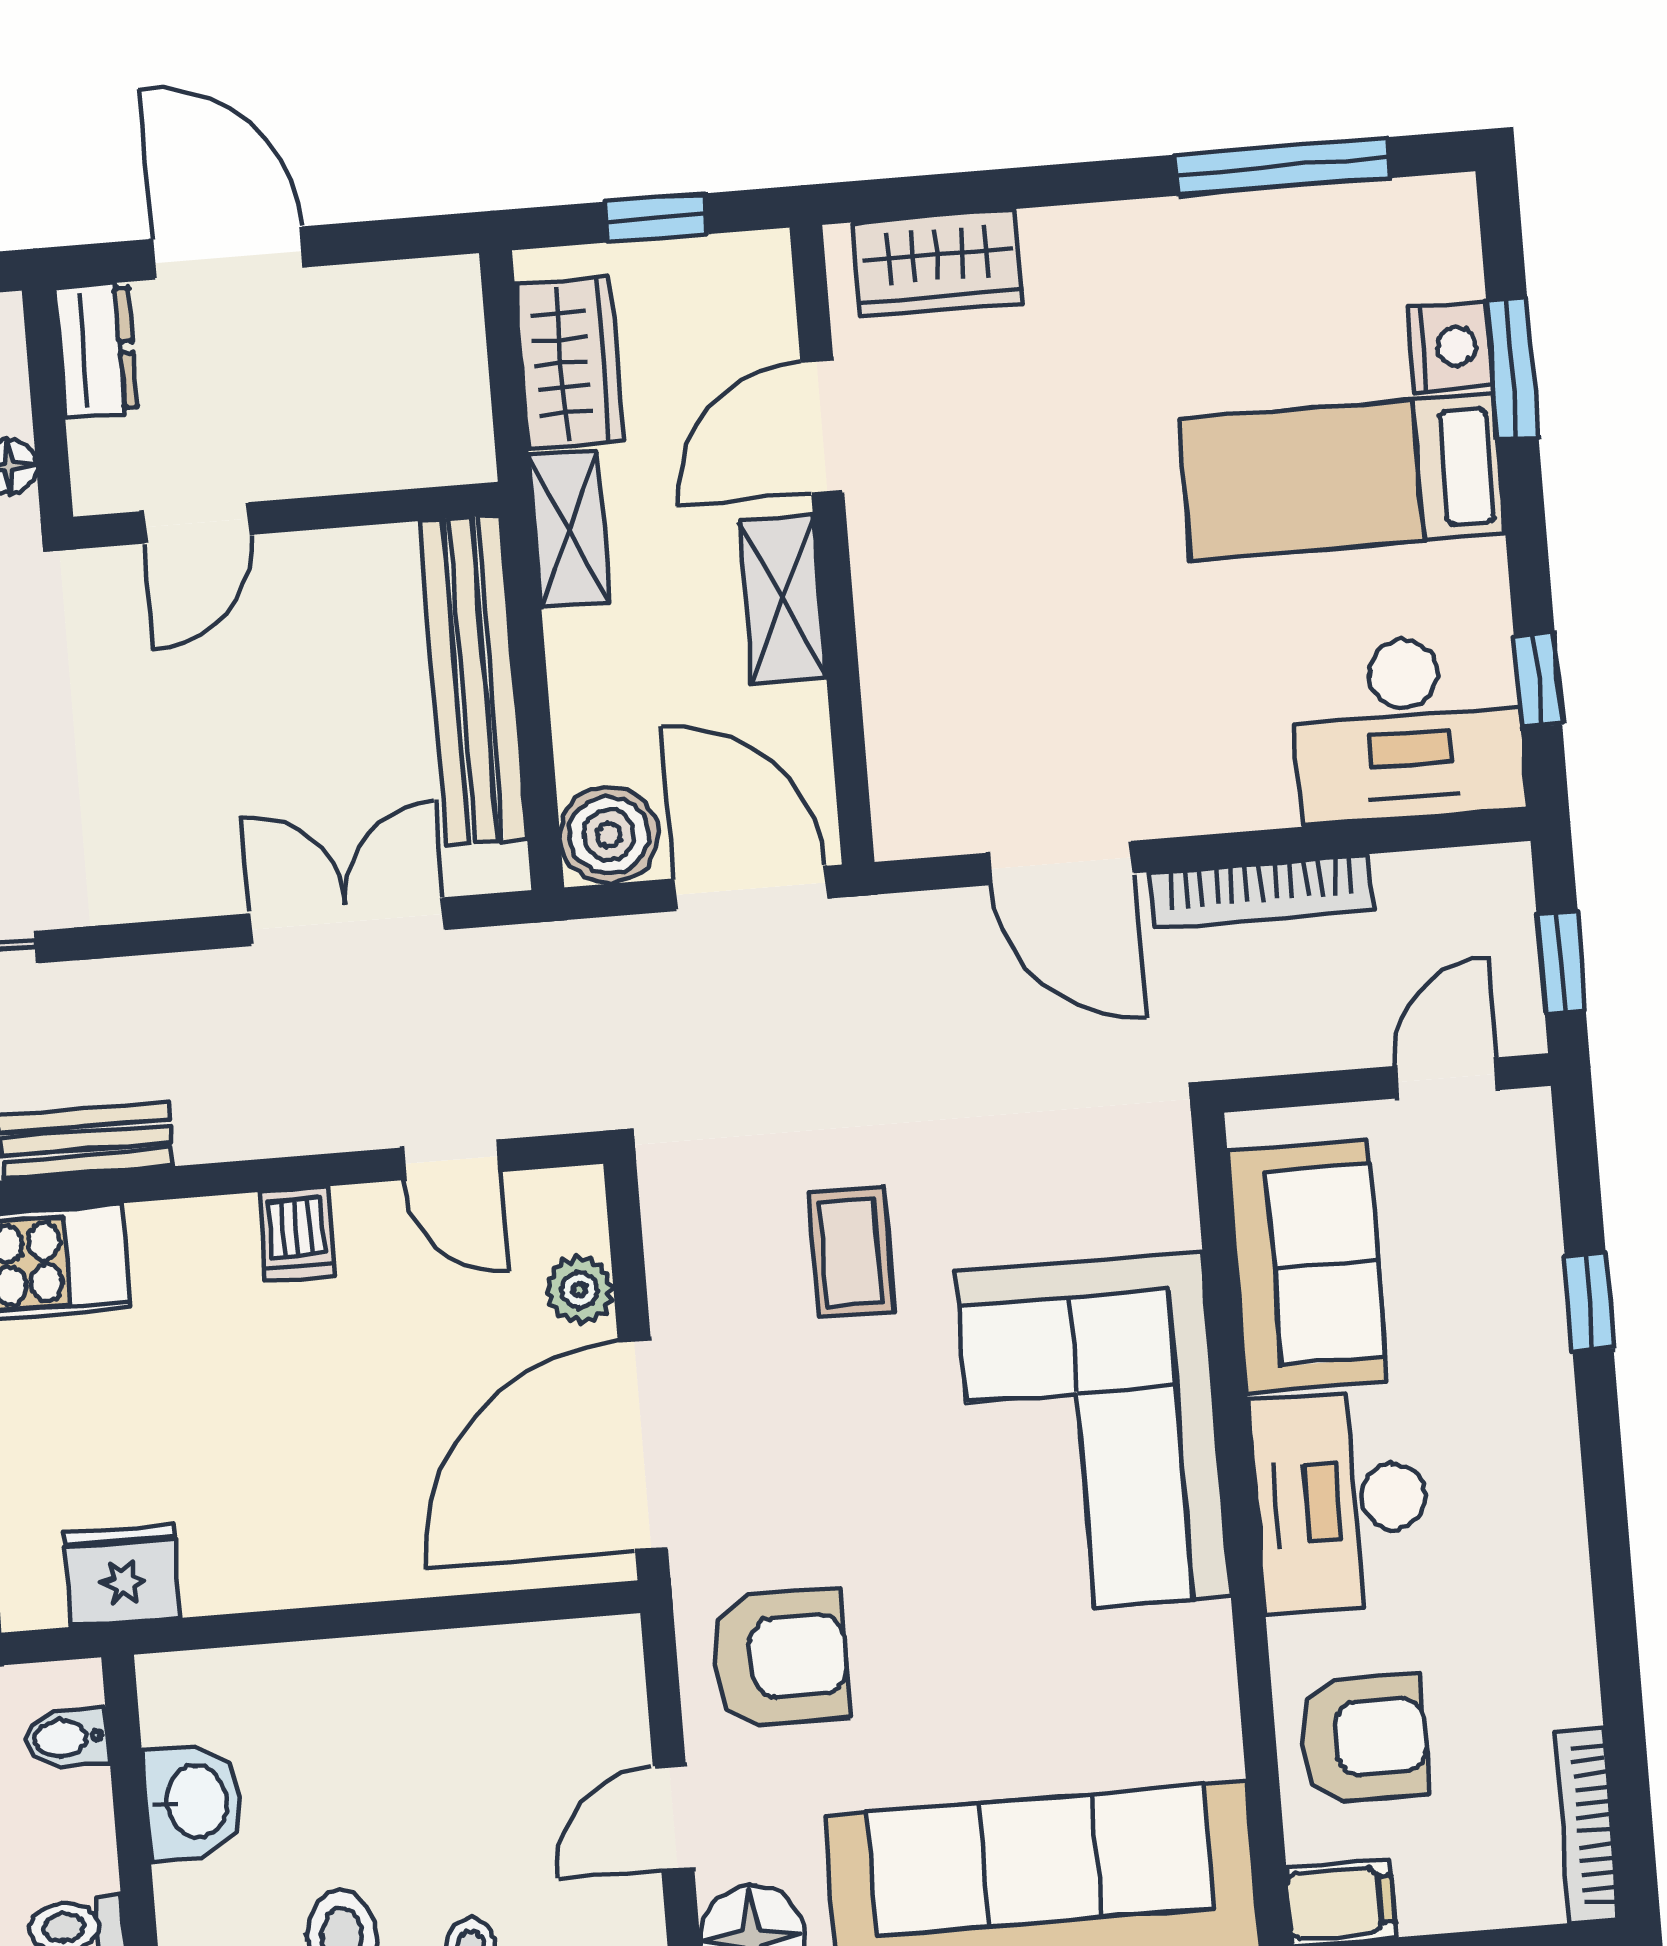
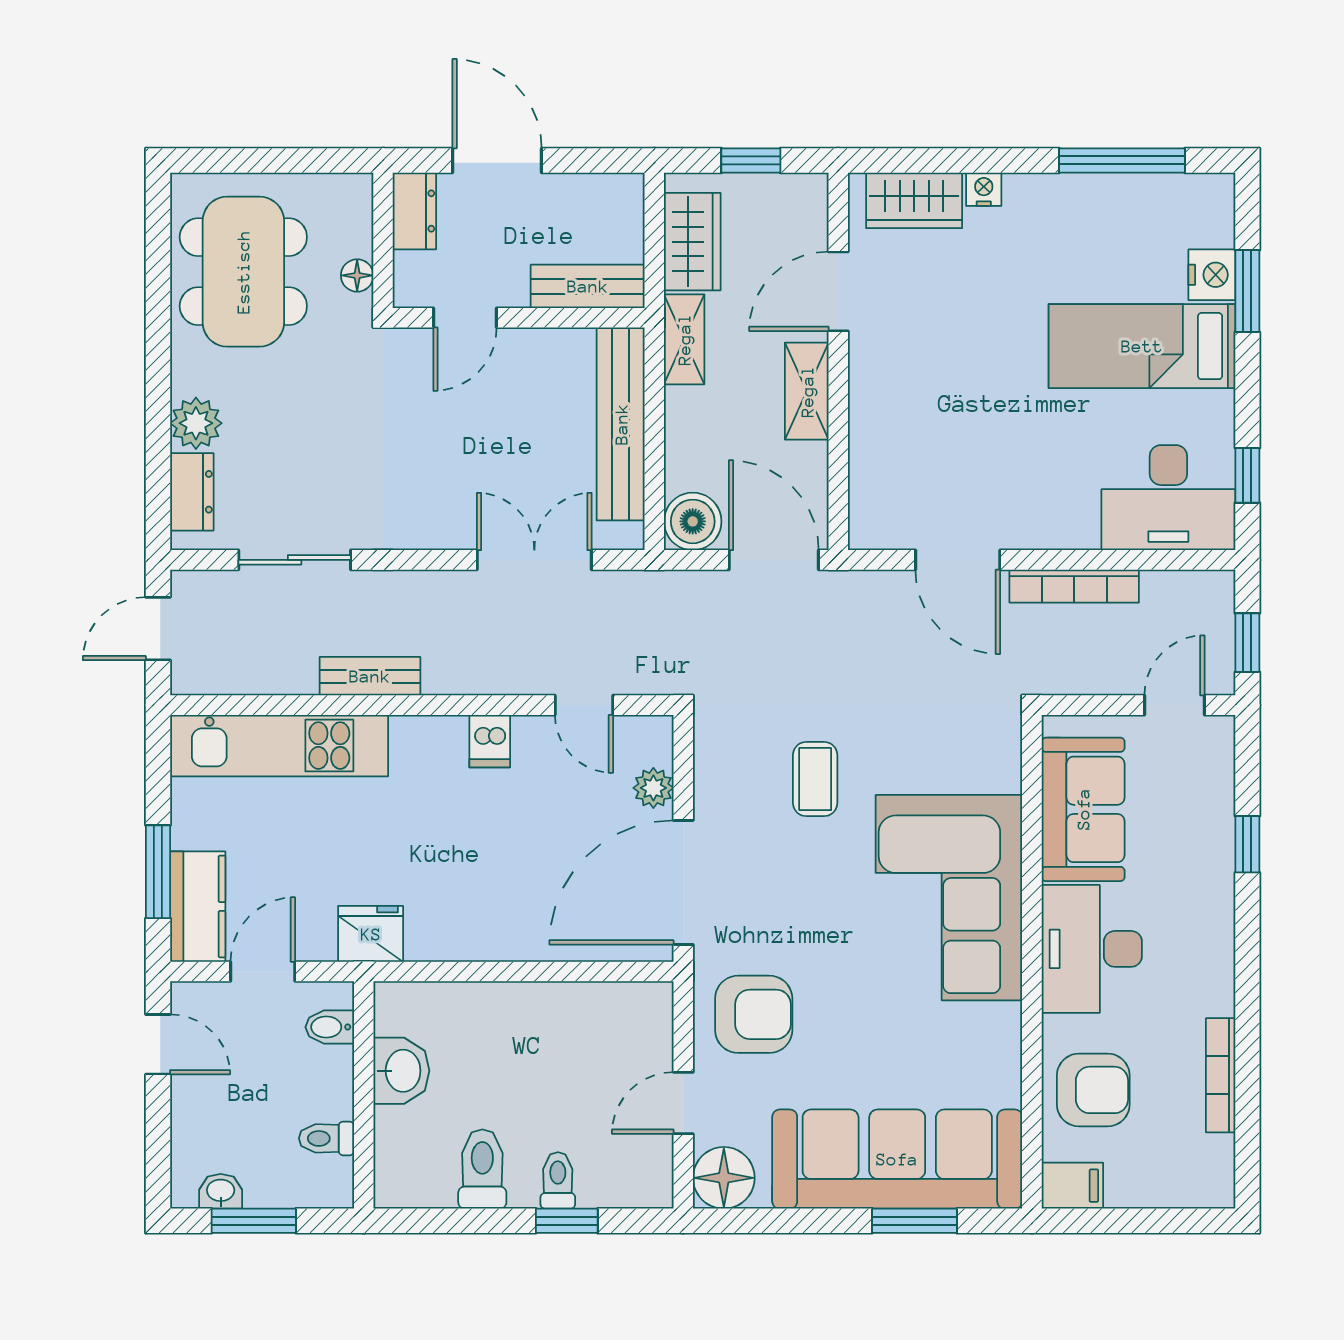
nightstand: (1054, 234) -> (984, 189), added
bench: (399, 453) -> (588, 286), added
bookcase: (1587, 1825) -> (1221, 1075), moved

